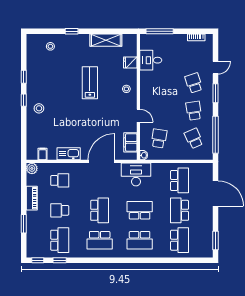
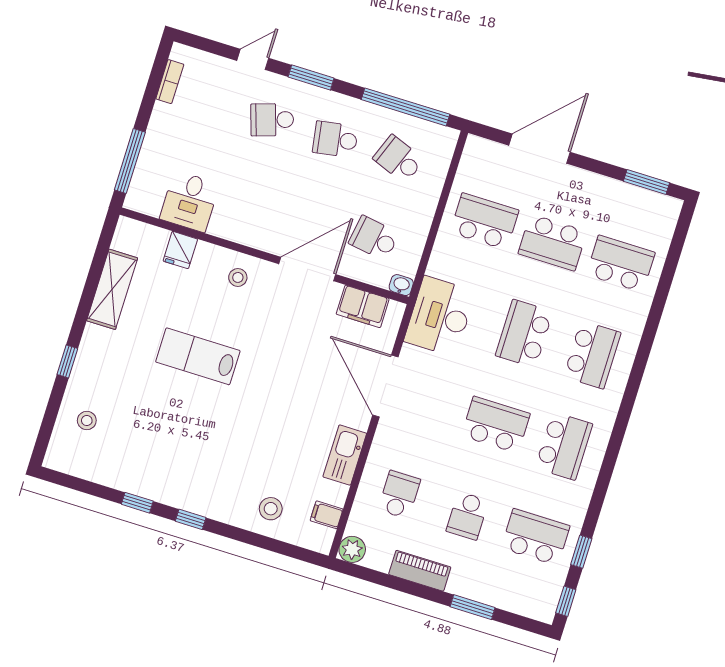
door: (215, 68) -> (253, 59), hinge flipped
stool: (39, 108) -> (271, 509), moved
door: (138, 116) -> (307, 269), width x1.88
school desk: (194, 138) -> (399, 159), turned 45

